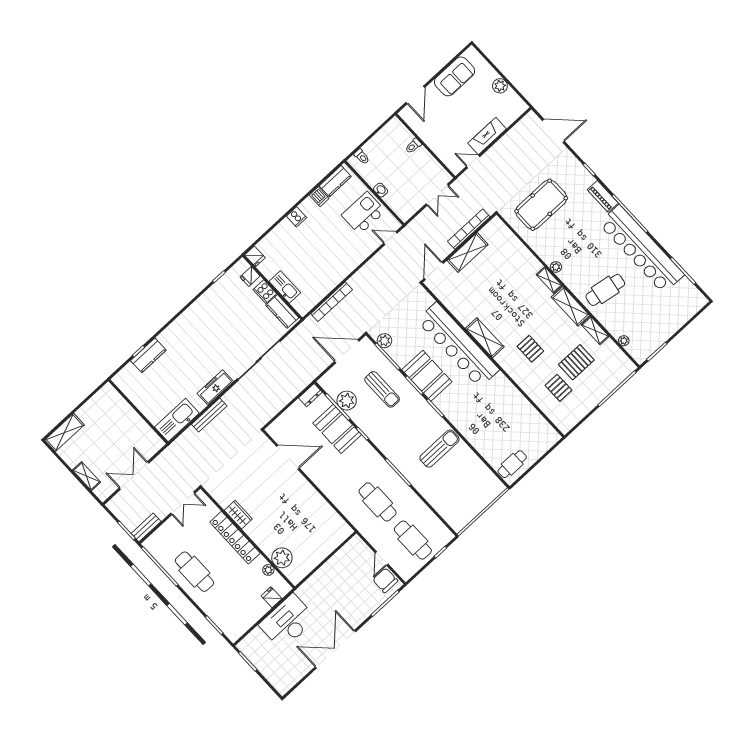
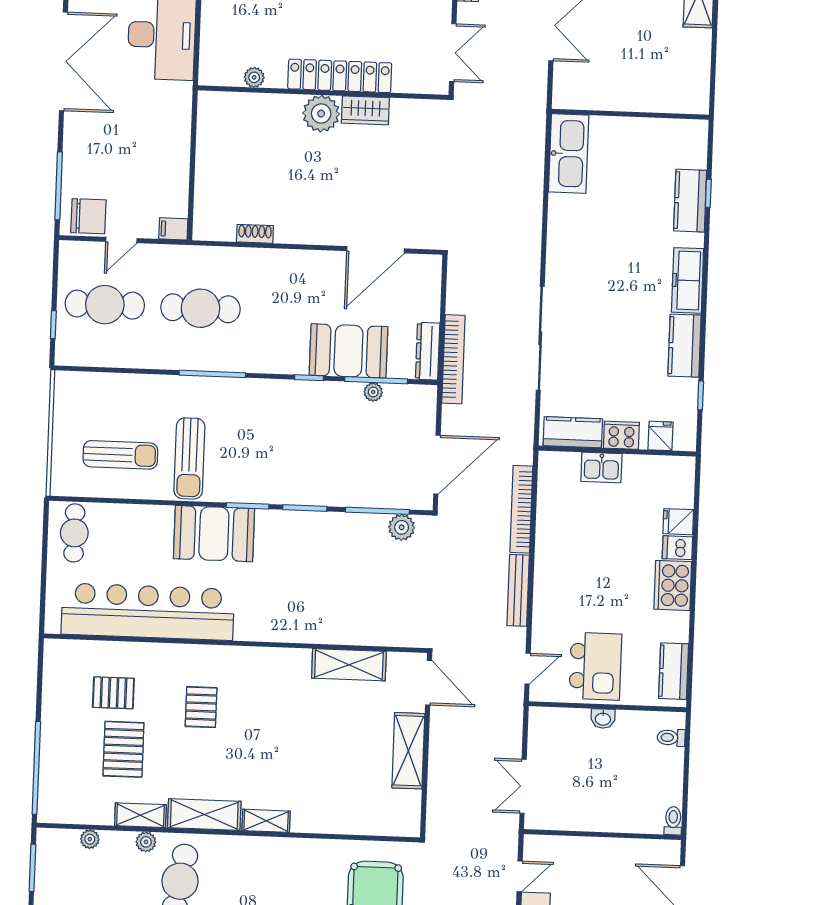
toilet: (413, 146) -> (673, 821), moved
dishwasher: (319, 197) -> (677, 548), moved
cooker: (297, 217) -> (673, 585), width x1.87, depth x1.31
bookcase: (469, 229) -> (453, 359), moved
fridge: (255, 256) -> (678, 522), moved
plant: (556, 267) -> (146, 842), moved
kitchen sink: (285, 287) -> (601, 468), width x0.73
kitchen counter: (206, 302) -> (684, 346), added
shelving: (485, 338) -> (349, 665), moved
bar counter: (458, 345) -> (148, 612), moved
pallet: (530, 349) -> (201, 707), turned 90
booth: (427, 376) -> (214, 534), moved
freezer: (215, 387) -> (688, 280), moved, turned 180
sun lounger: (382, 389) -> (120, 455), moved, turned 180
dresser: (310, 395) -> (428, 351), width x1.44
plant: (347, 401) -> (373, 392), width x0.53, depth x0.53
bench: (209, 415) -> (518, 590), moved
double door: (183, 503) -> (453, 53), swing flipped
shoe rack: (328, 510) -> (255, 234), added
filing cabinet: (358, 543) -> (173, 229), added
plant: (282, 558) -> (321, 114), moved
door: (382, 559) -> (121, 240), swing flipped
fridge: (272, 597) -> (215, 46), removed

